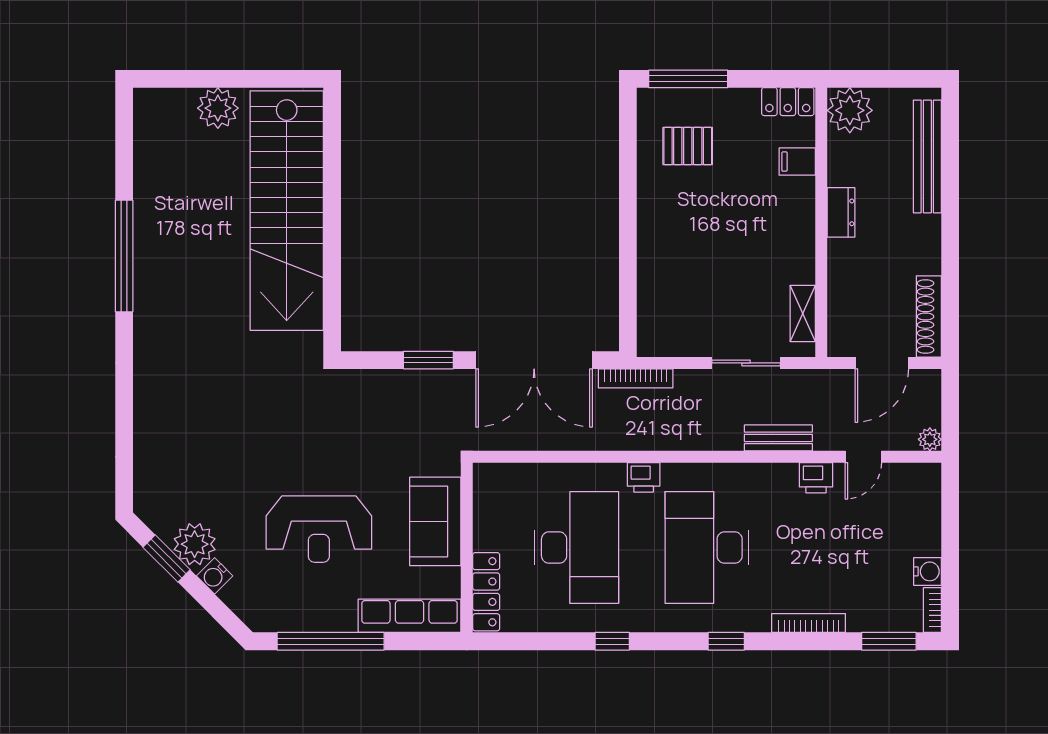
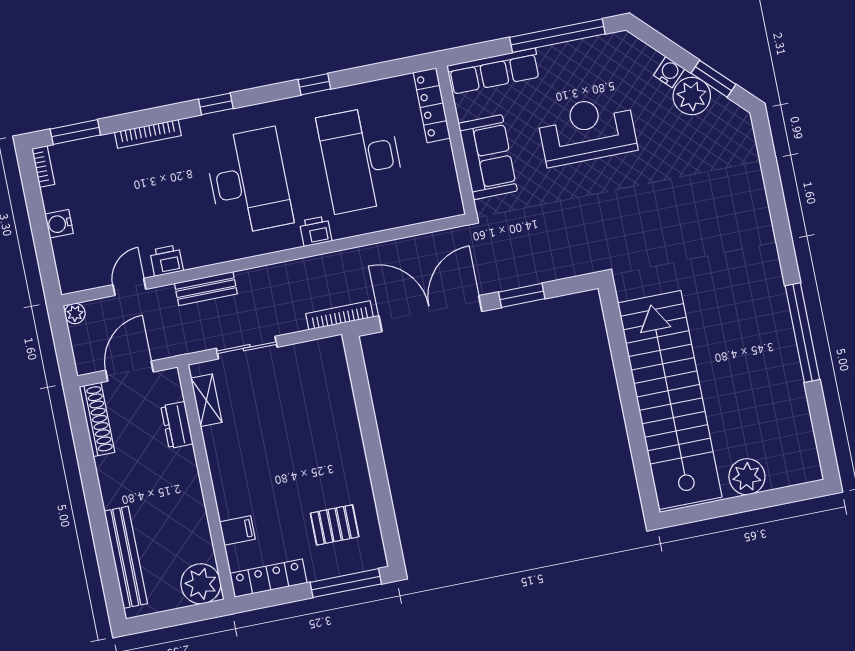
locker: (788, 102) -> (268, 578), width x1.53
dresser: (841, 212) -> (177, 425), moved
water cooler: (928, 571) -> (59, 224), moved

